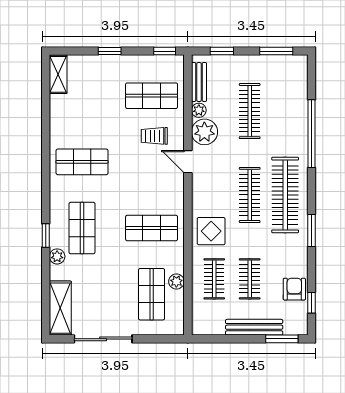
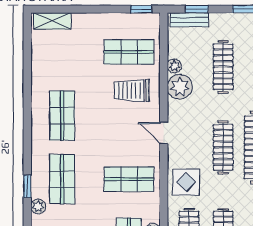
window: (110, 51) -> (89, 9), removed
shelving: (58, 74) -> (52, 21), moved, turned 90
bench: (199, 82) -> (189, 20), moved, turned 90
trolley: (154, 136) -> (132, 91), width x1.36, depth x1.39
shop shelf: (82, 162) -> (62, 116), turned 90
door: (188, 162) -> (164, 133), moved

